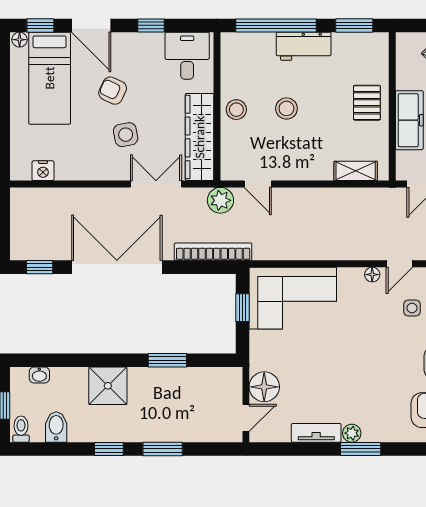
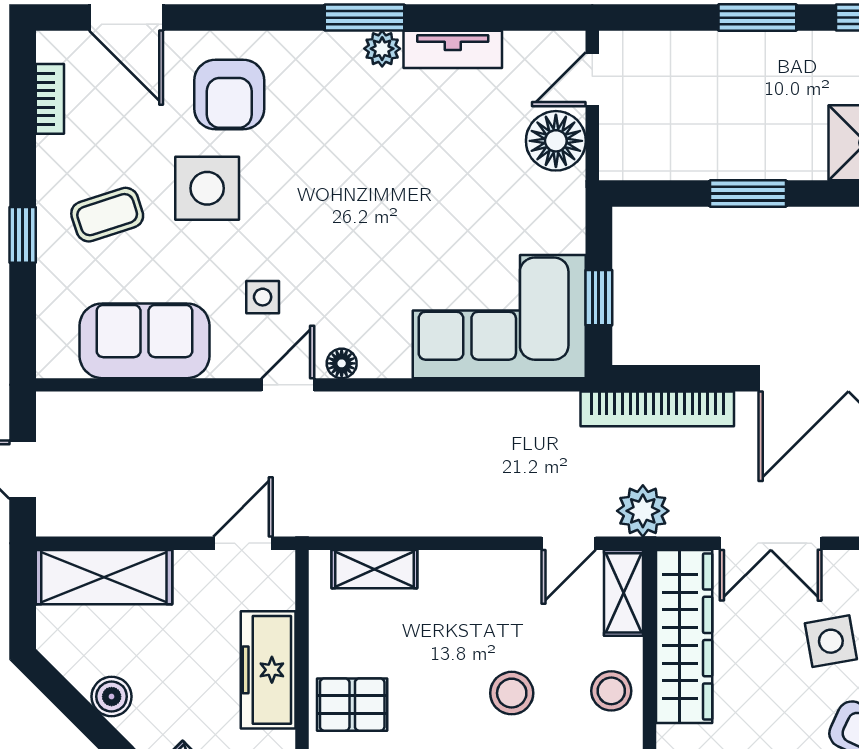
pallet: (367, 103) -> (352, 705), turned 90
shelving: (230, 159) -> (623, 593), added
door: (258, 184) -> (569, 543), swing flipped

